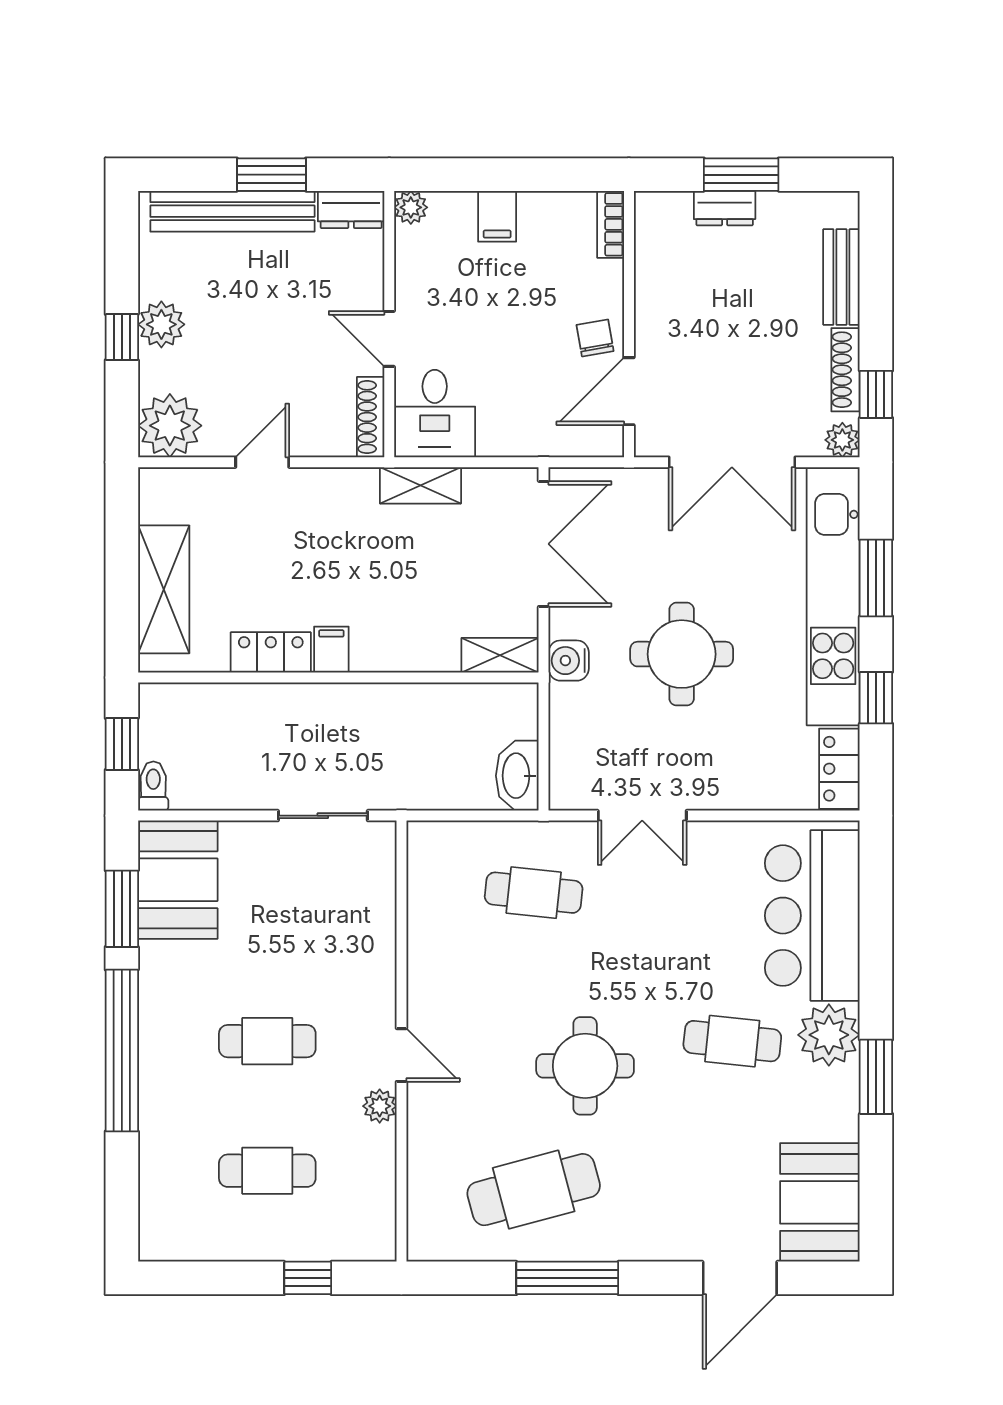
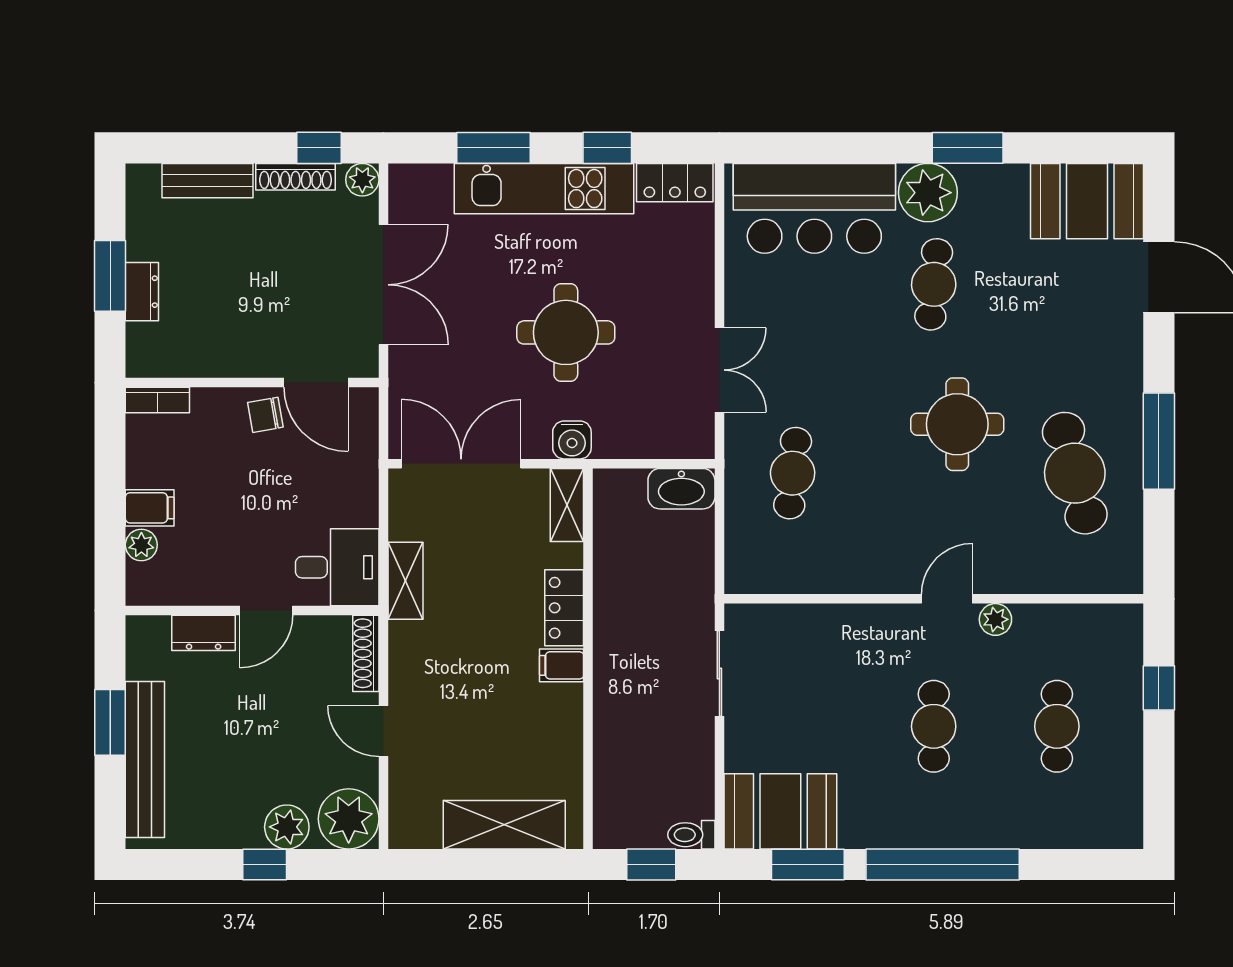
plant: (411, 207) -> (141, 545), moved
dresser: (351, 209) -> (204, 633), moved, turned 90
plant: (161, 324) -> (287, 827), moved
shoe rack: (371, 417) -> (366, 653), moved, turned 90
kitchen unit: (833, 597) -> (544, 189), width x0.73
locker: (271, 652) -> (564, 608), moved

